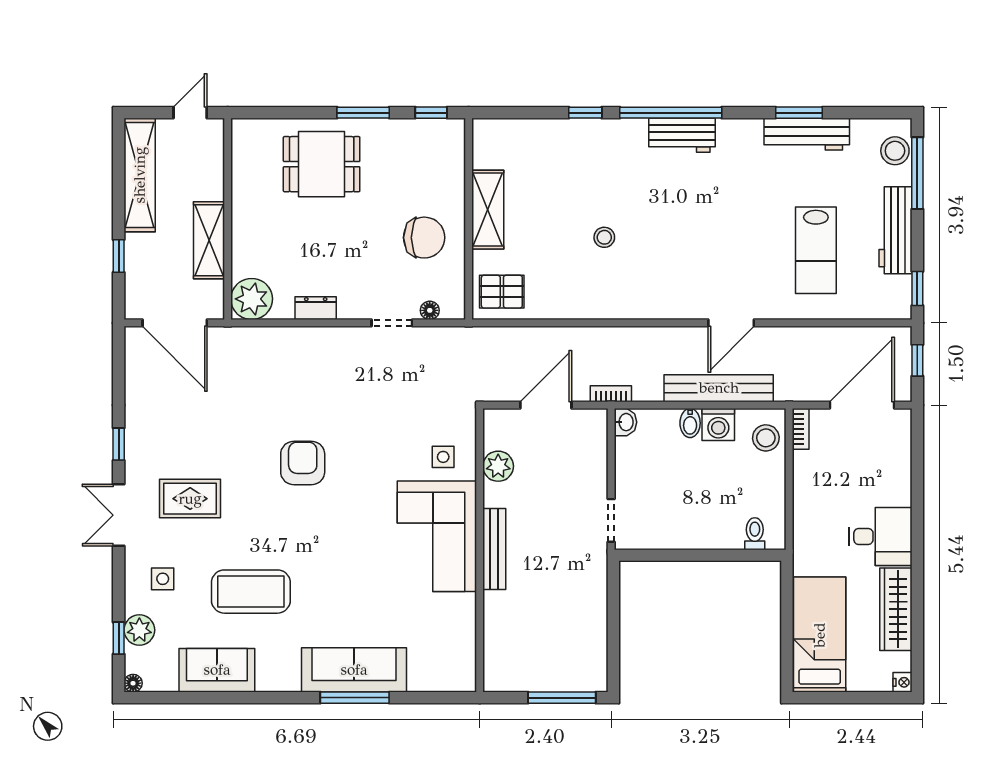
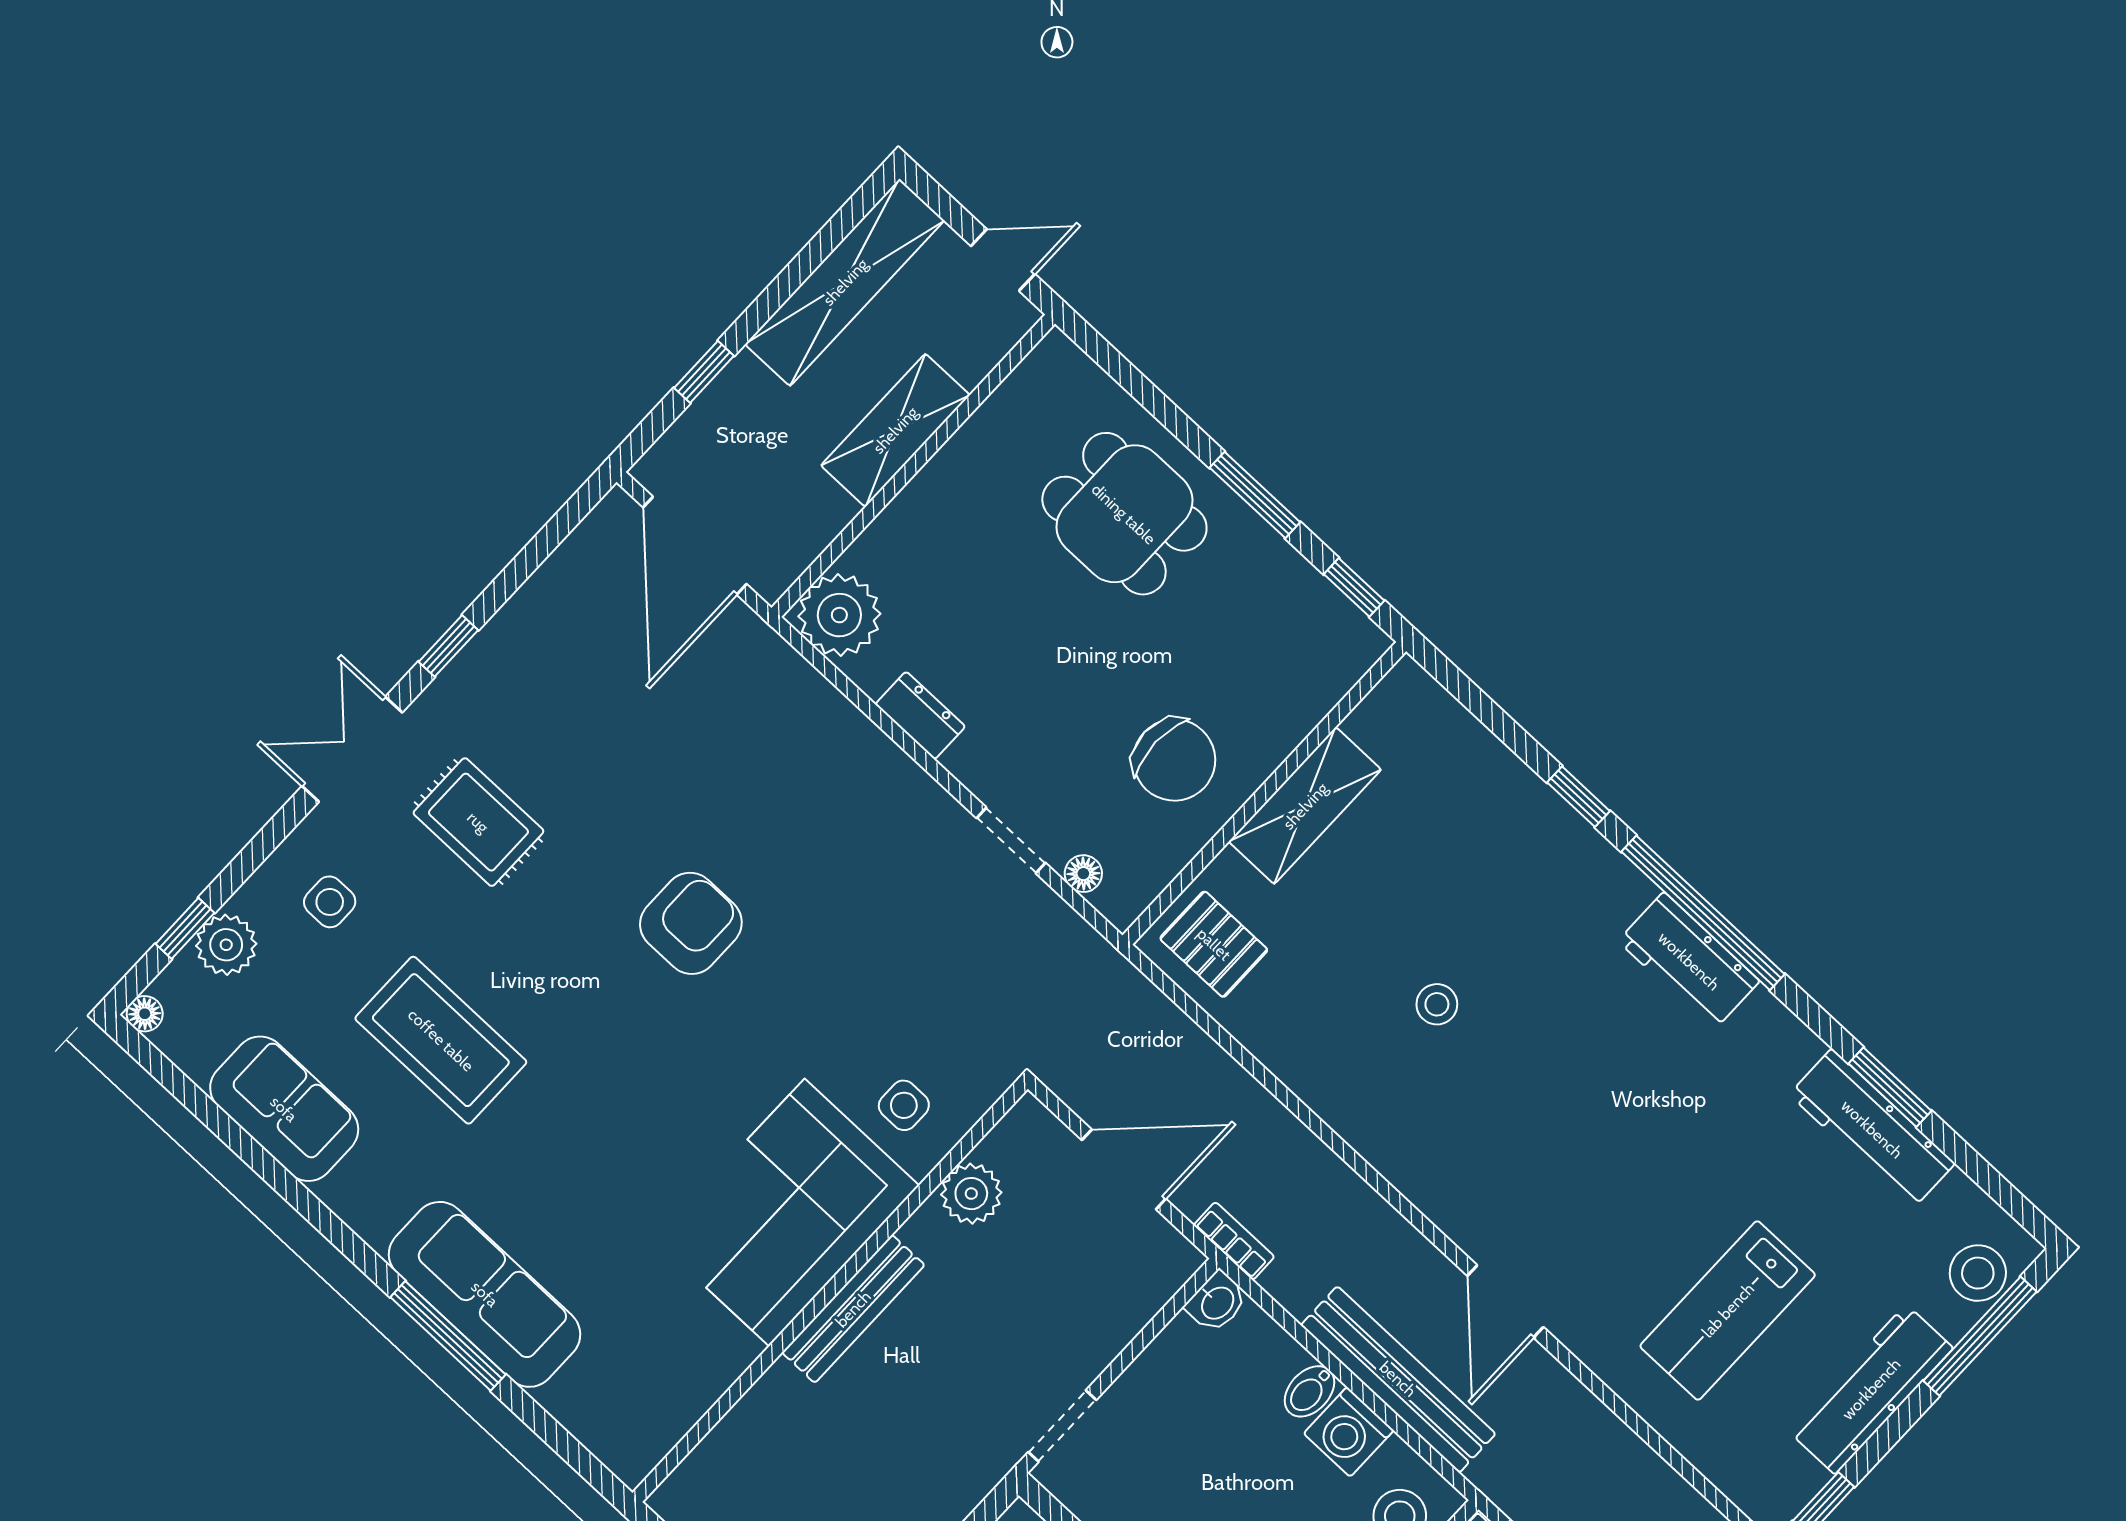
shelving: (209, 240) -> (895, 430), moved
door: (731, 323) -> (1505, 1301), hinge flipped

